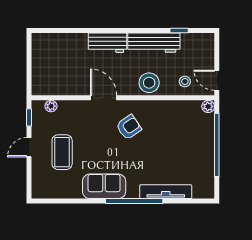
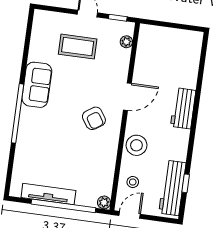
workbench: (154, 43) -> (172, 188), moved
tv unit: (166, 192) -> (48, 194), moved, turned -90

